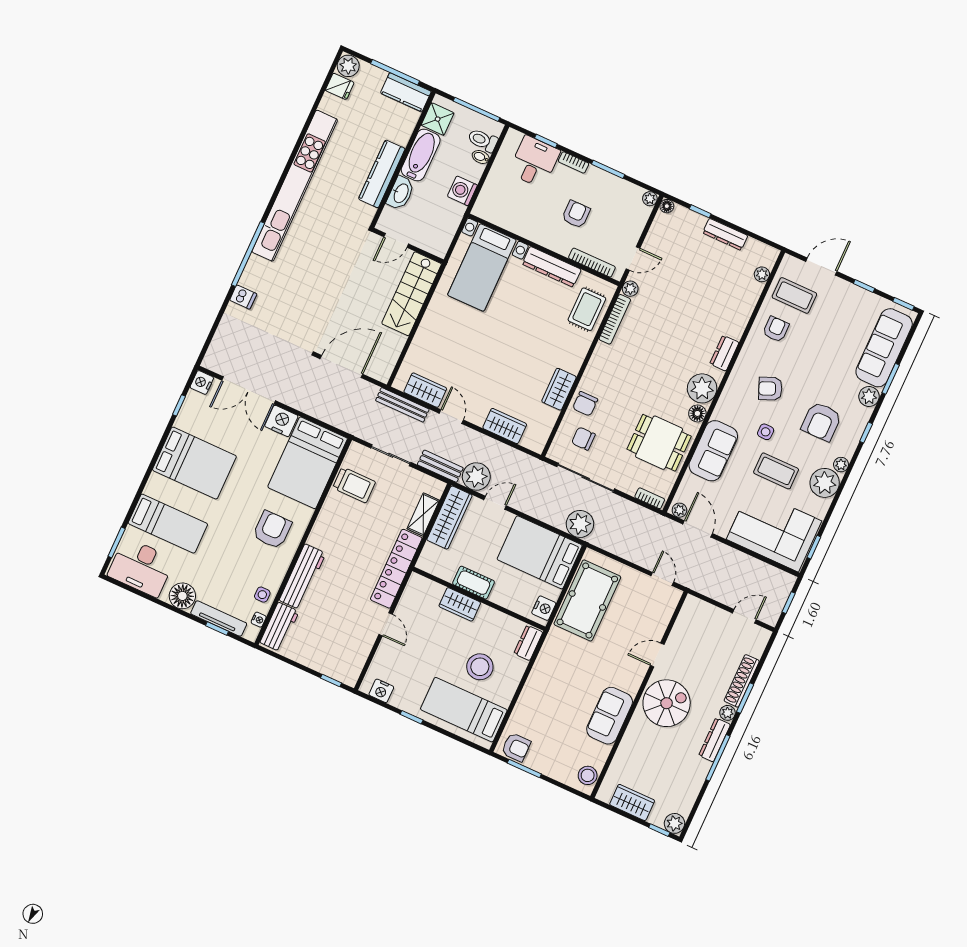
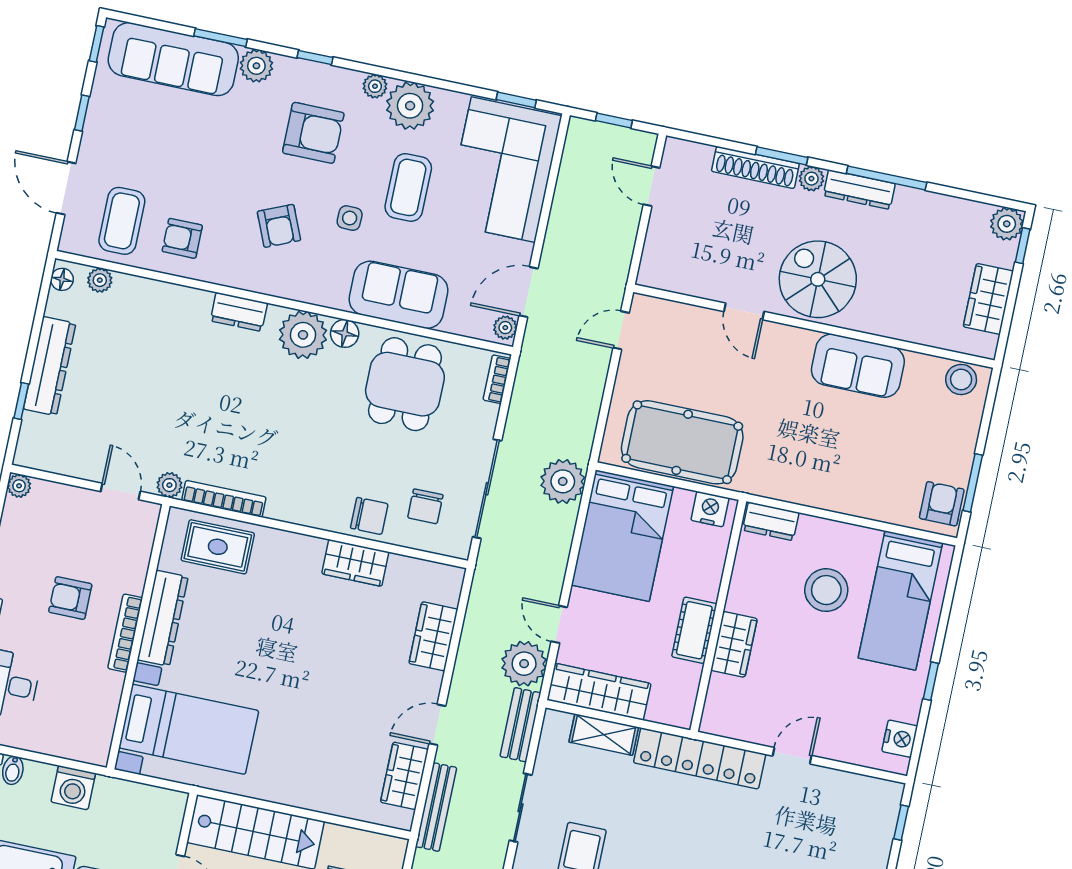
floor lamp: (667, 206) -> (62, 279), moved
dresser: (725, 234) -> (50, 366), width x1.37, depth x1.24
bookcase: (592, 263) -> (125, 633), moved

